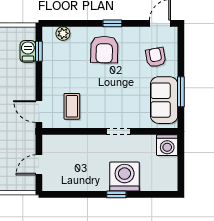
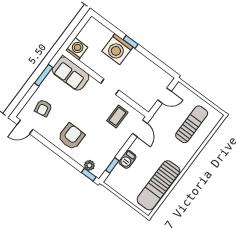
window: (112, 23) -> (89, 175), moved
barbecue: (28, 51) -> (127, 159), moved
sofa: (164, 100) -> (71, 73), moved, turned 90
doorway: (118, 131) -> (110, 87), moved

